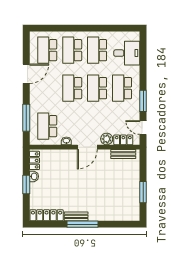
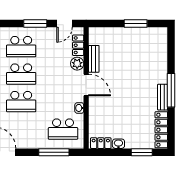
bench: (123, 154) -> (94, 59), moved
window: (26, 185) -> (142, 152), moved

